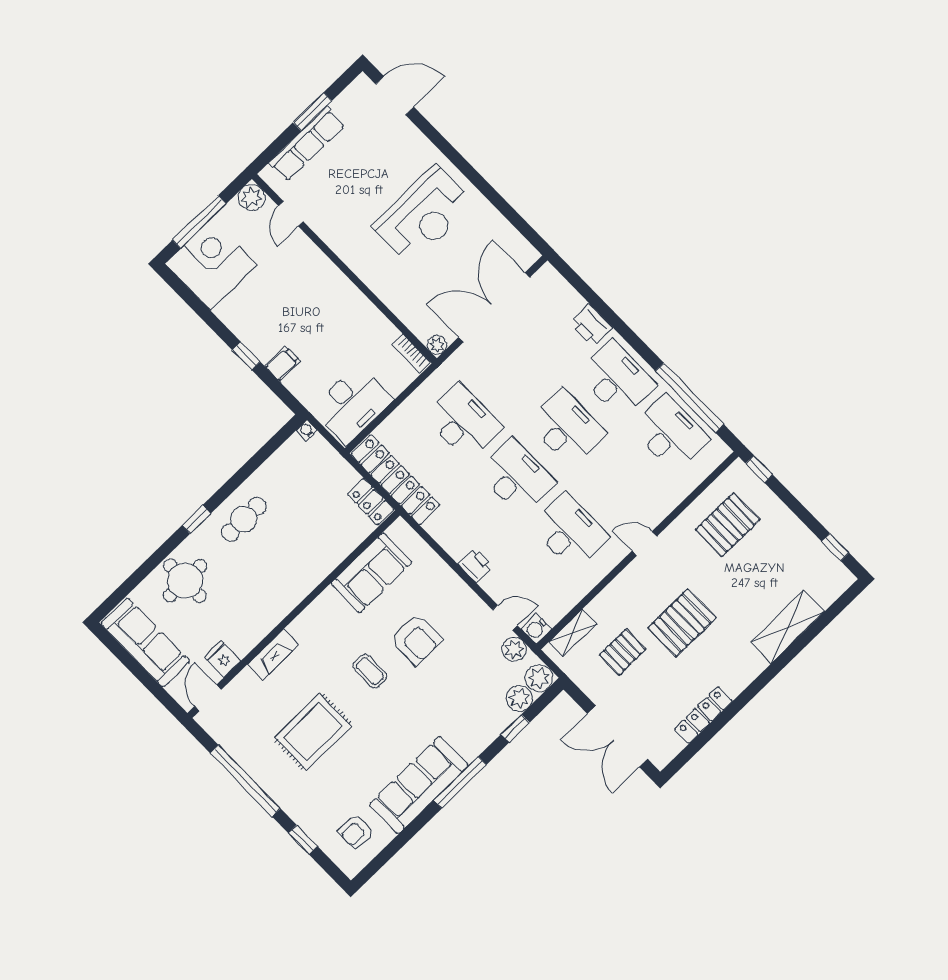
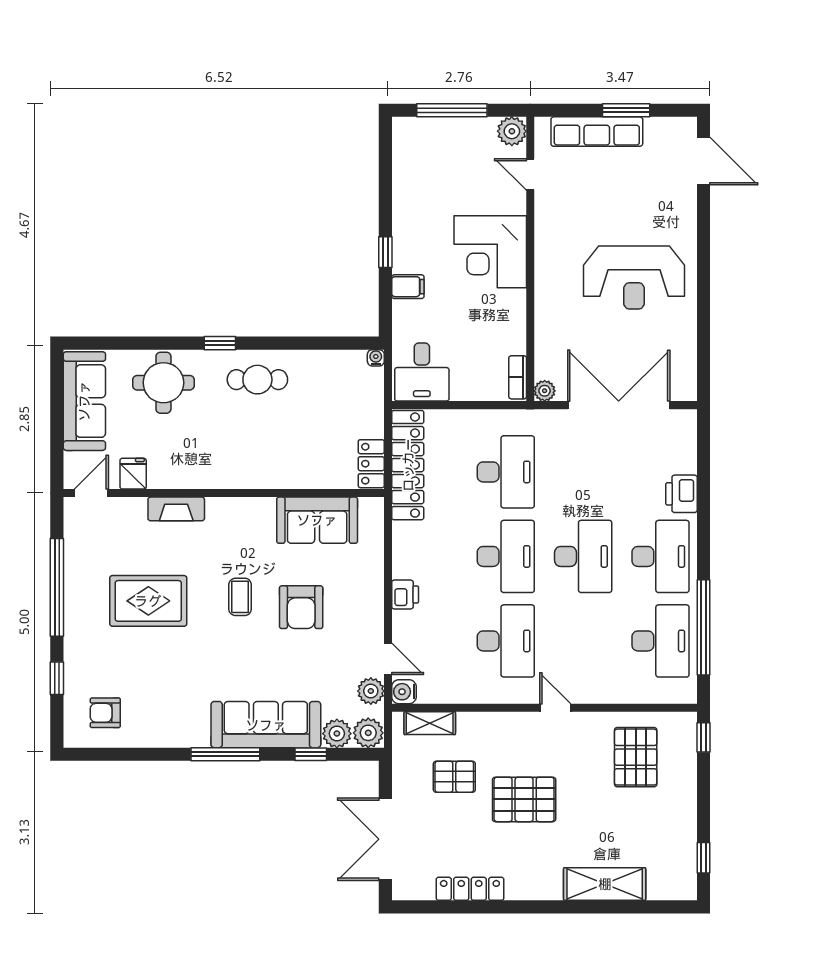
door: (291, 214) -> (530, 174), hinge flipped
corner desk: (211, 265) -> (490, 252), moved, turned 180
desk: (352, 404) -> (422, 372), width x0.73
pallet: (728, 525) -> (636, 757), turned 90
sofa: (419, 785) -> (266, 725), moved

